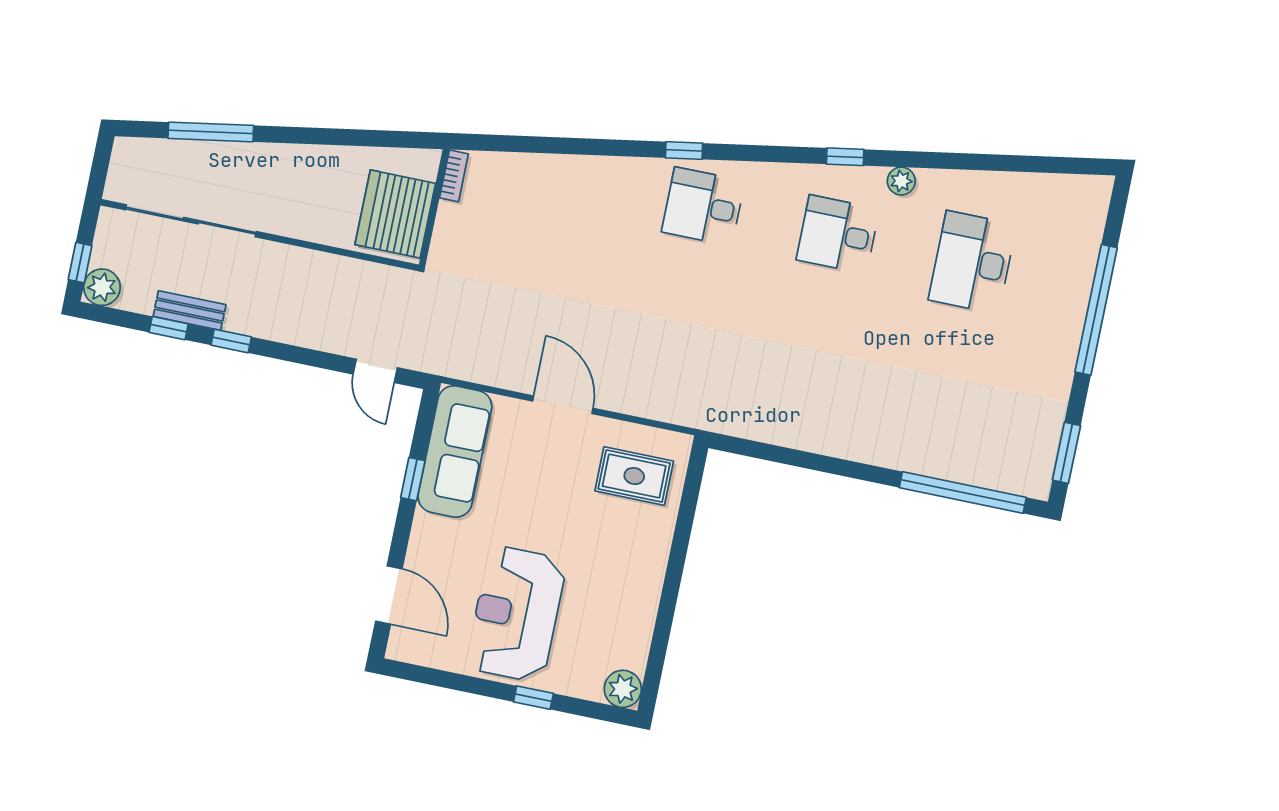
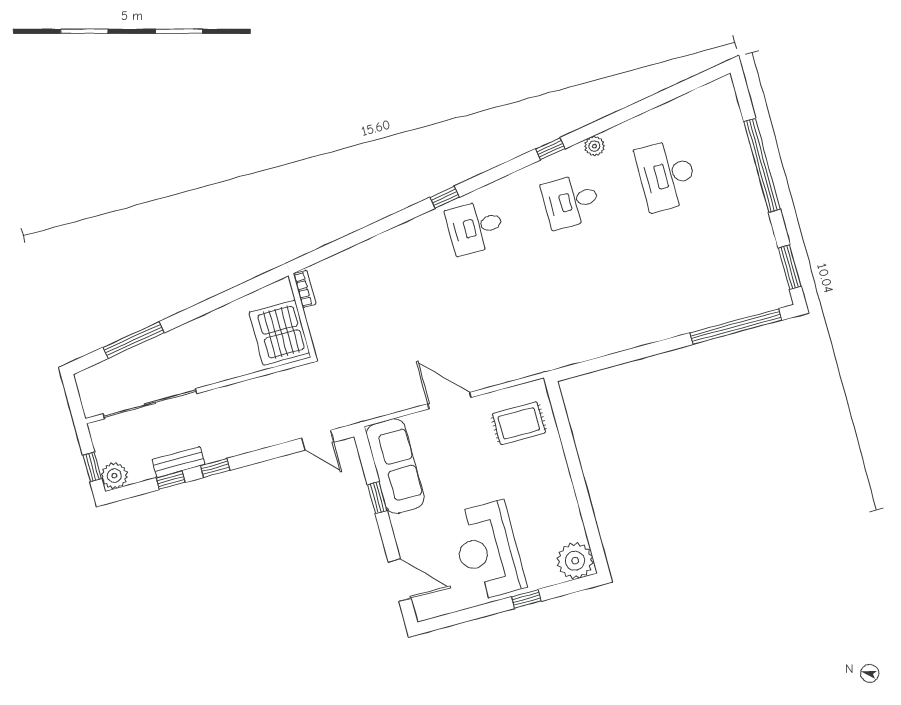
plant: (623, 689) -> (575, 561), width x1.36, depth x1.36

